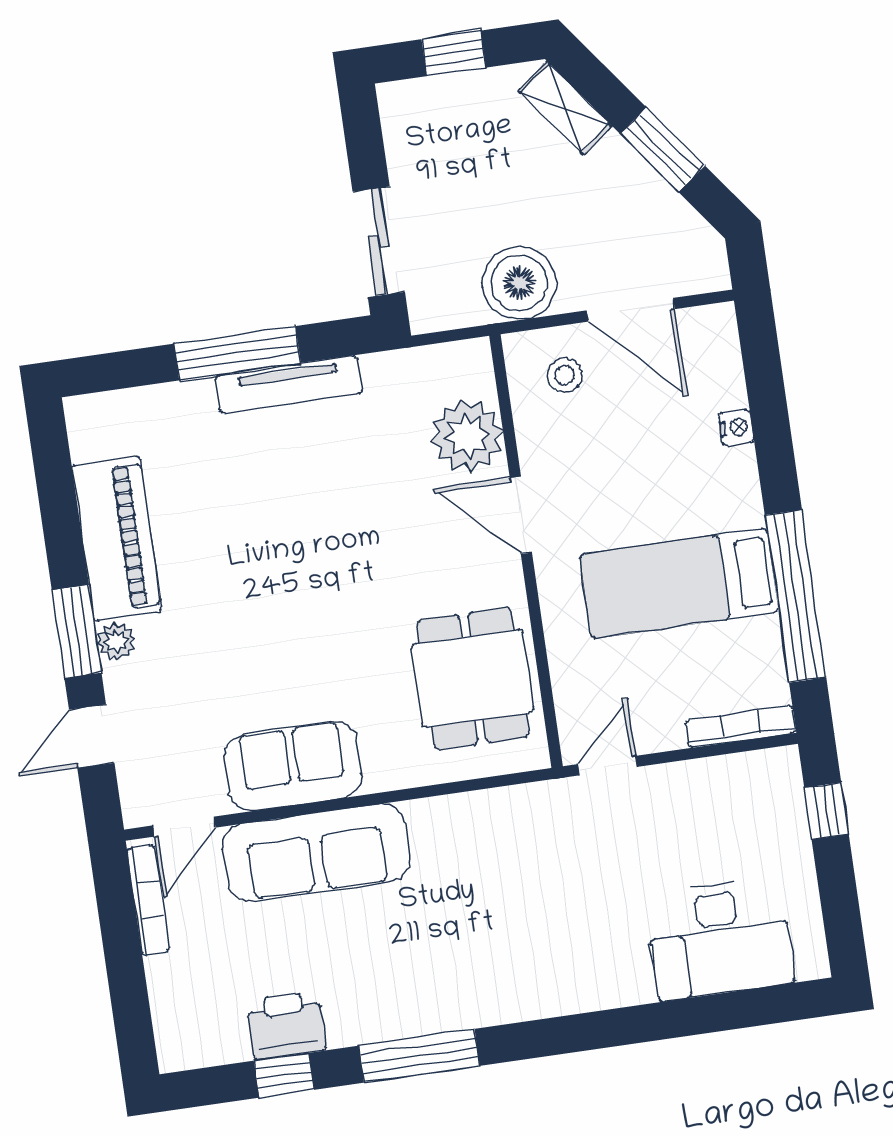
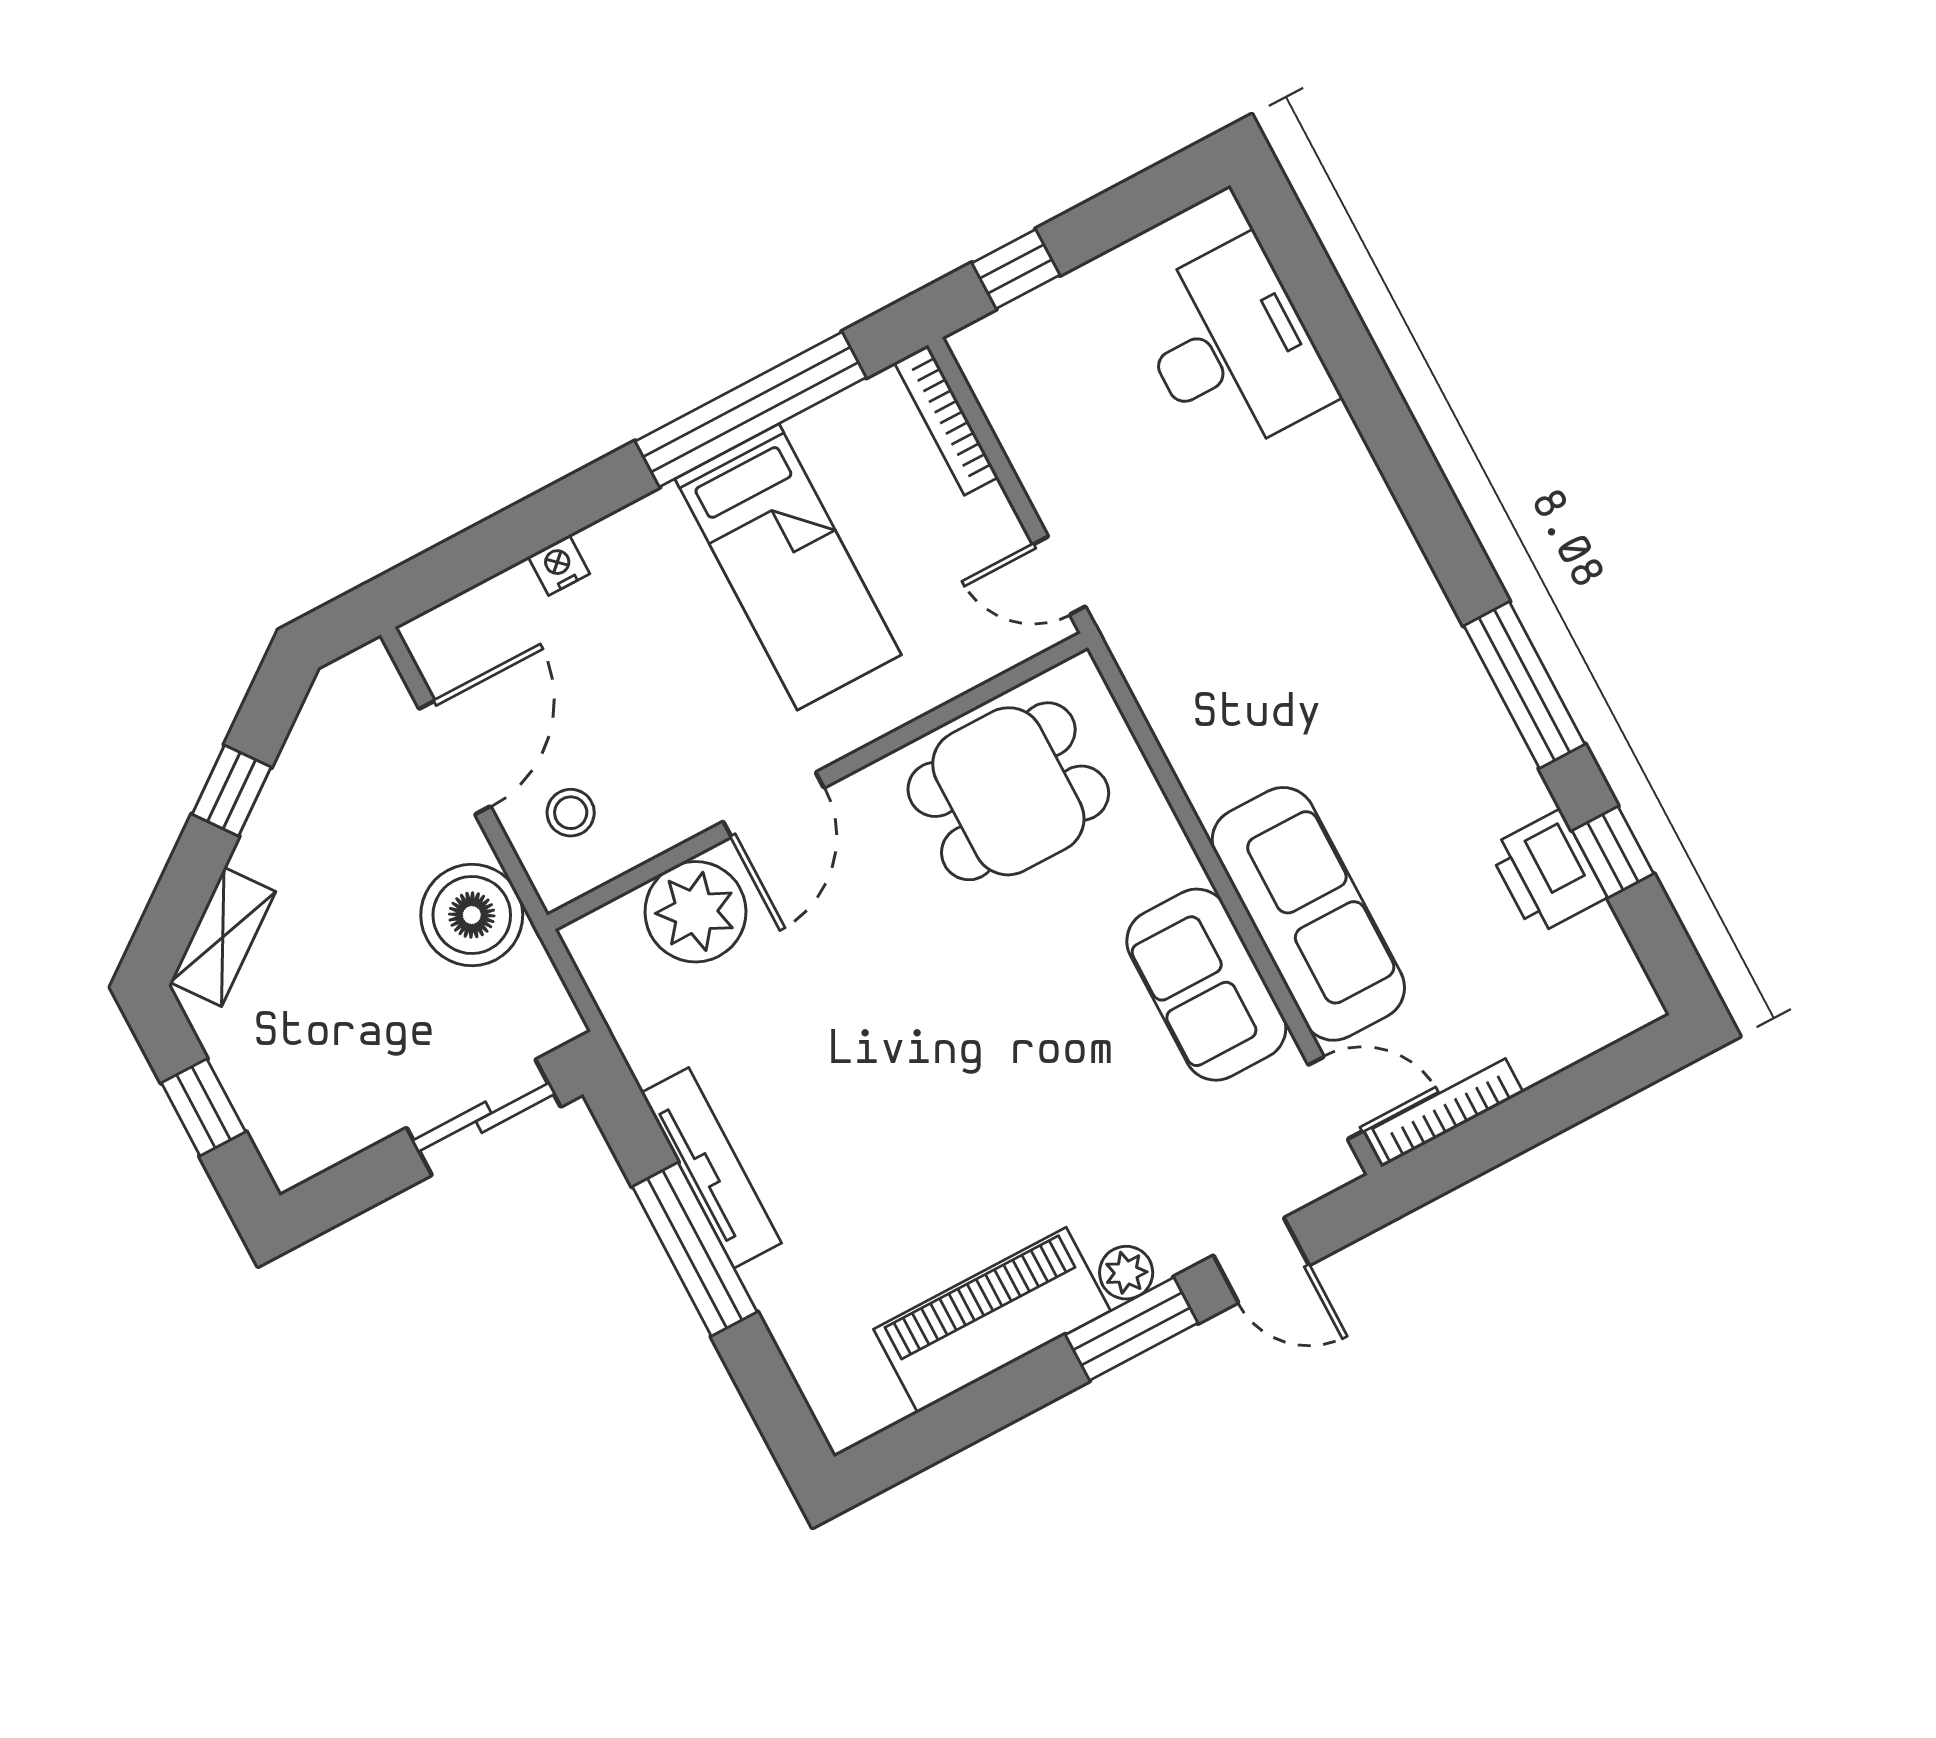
window: (662, 150) -> (232, 791), width x0.67

